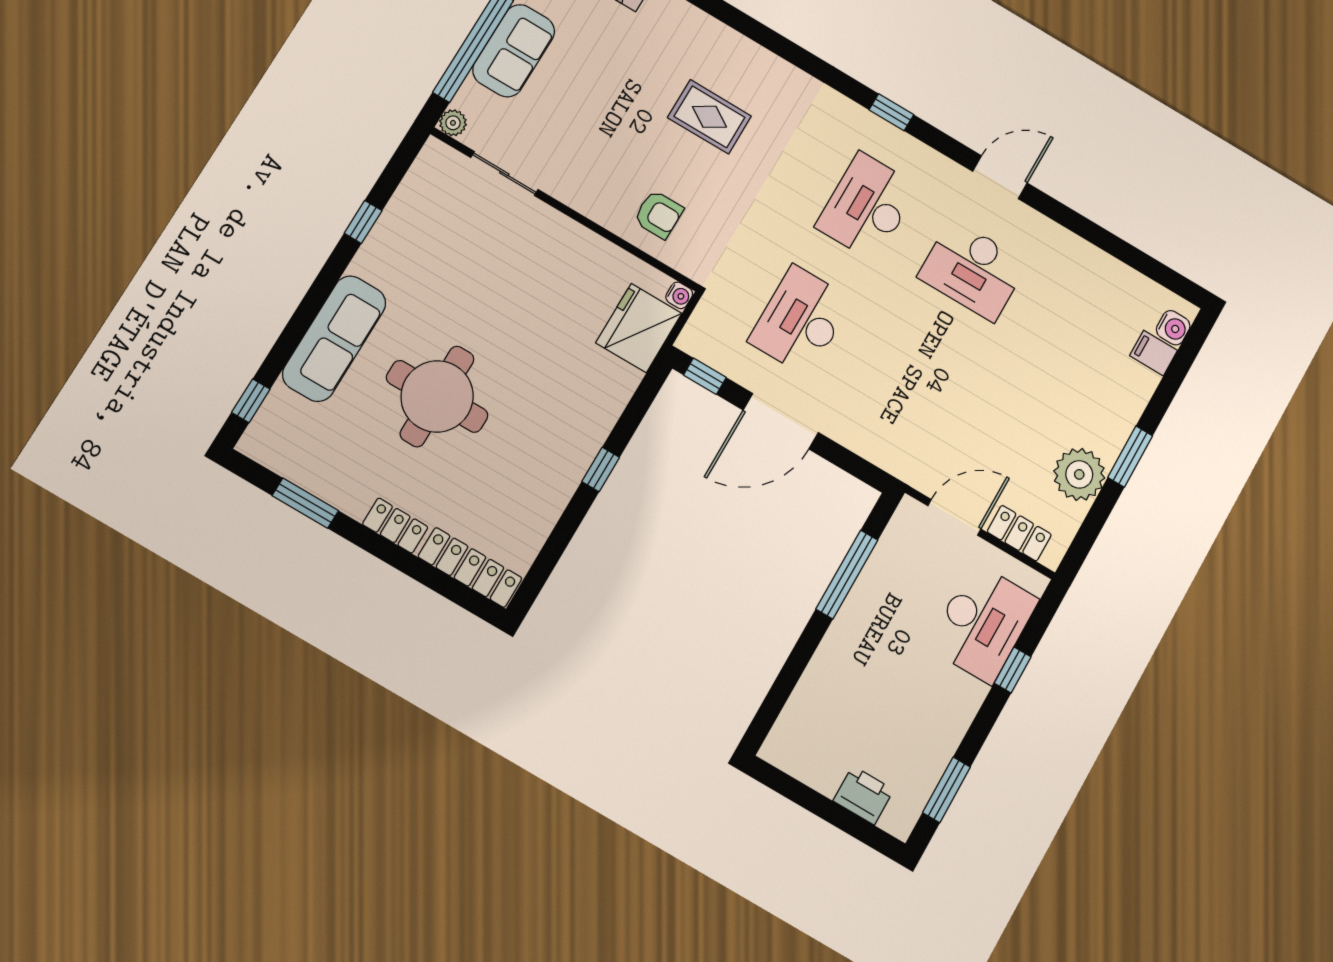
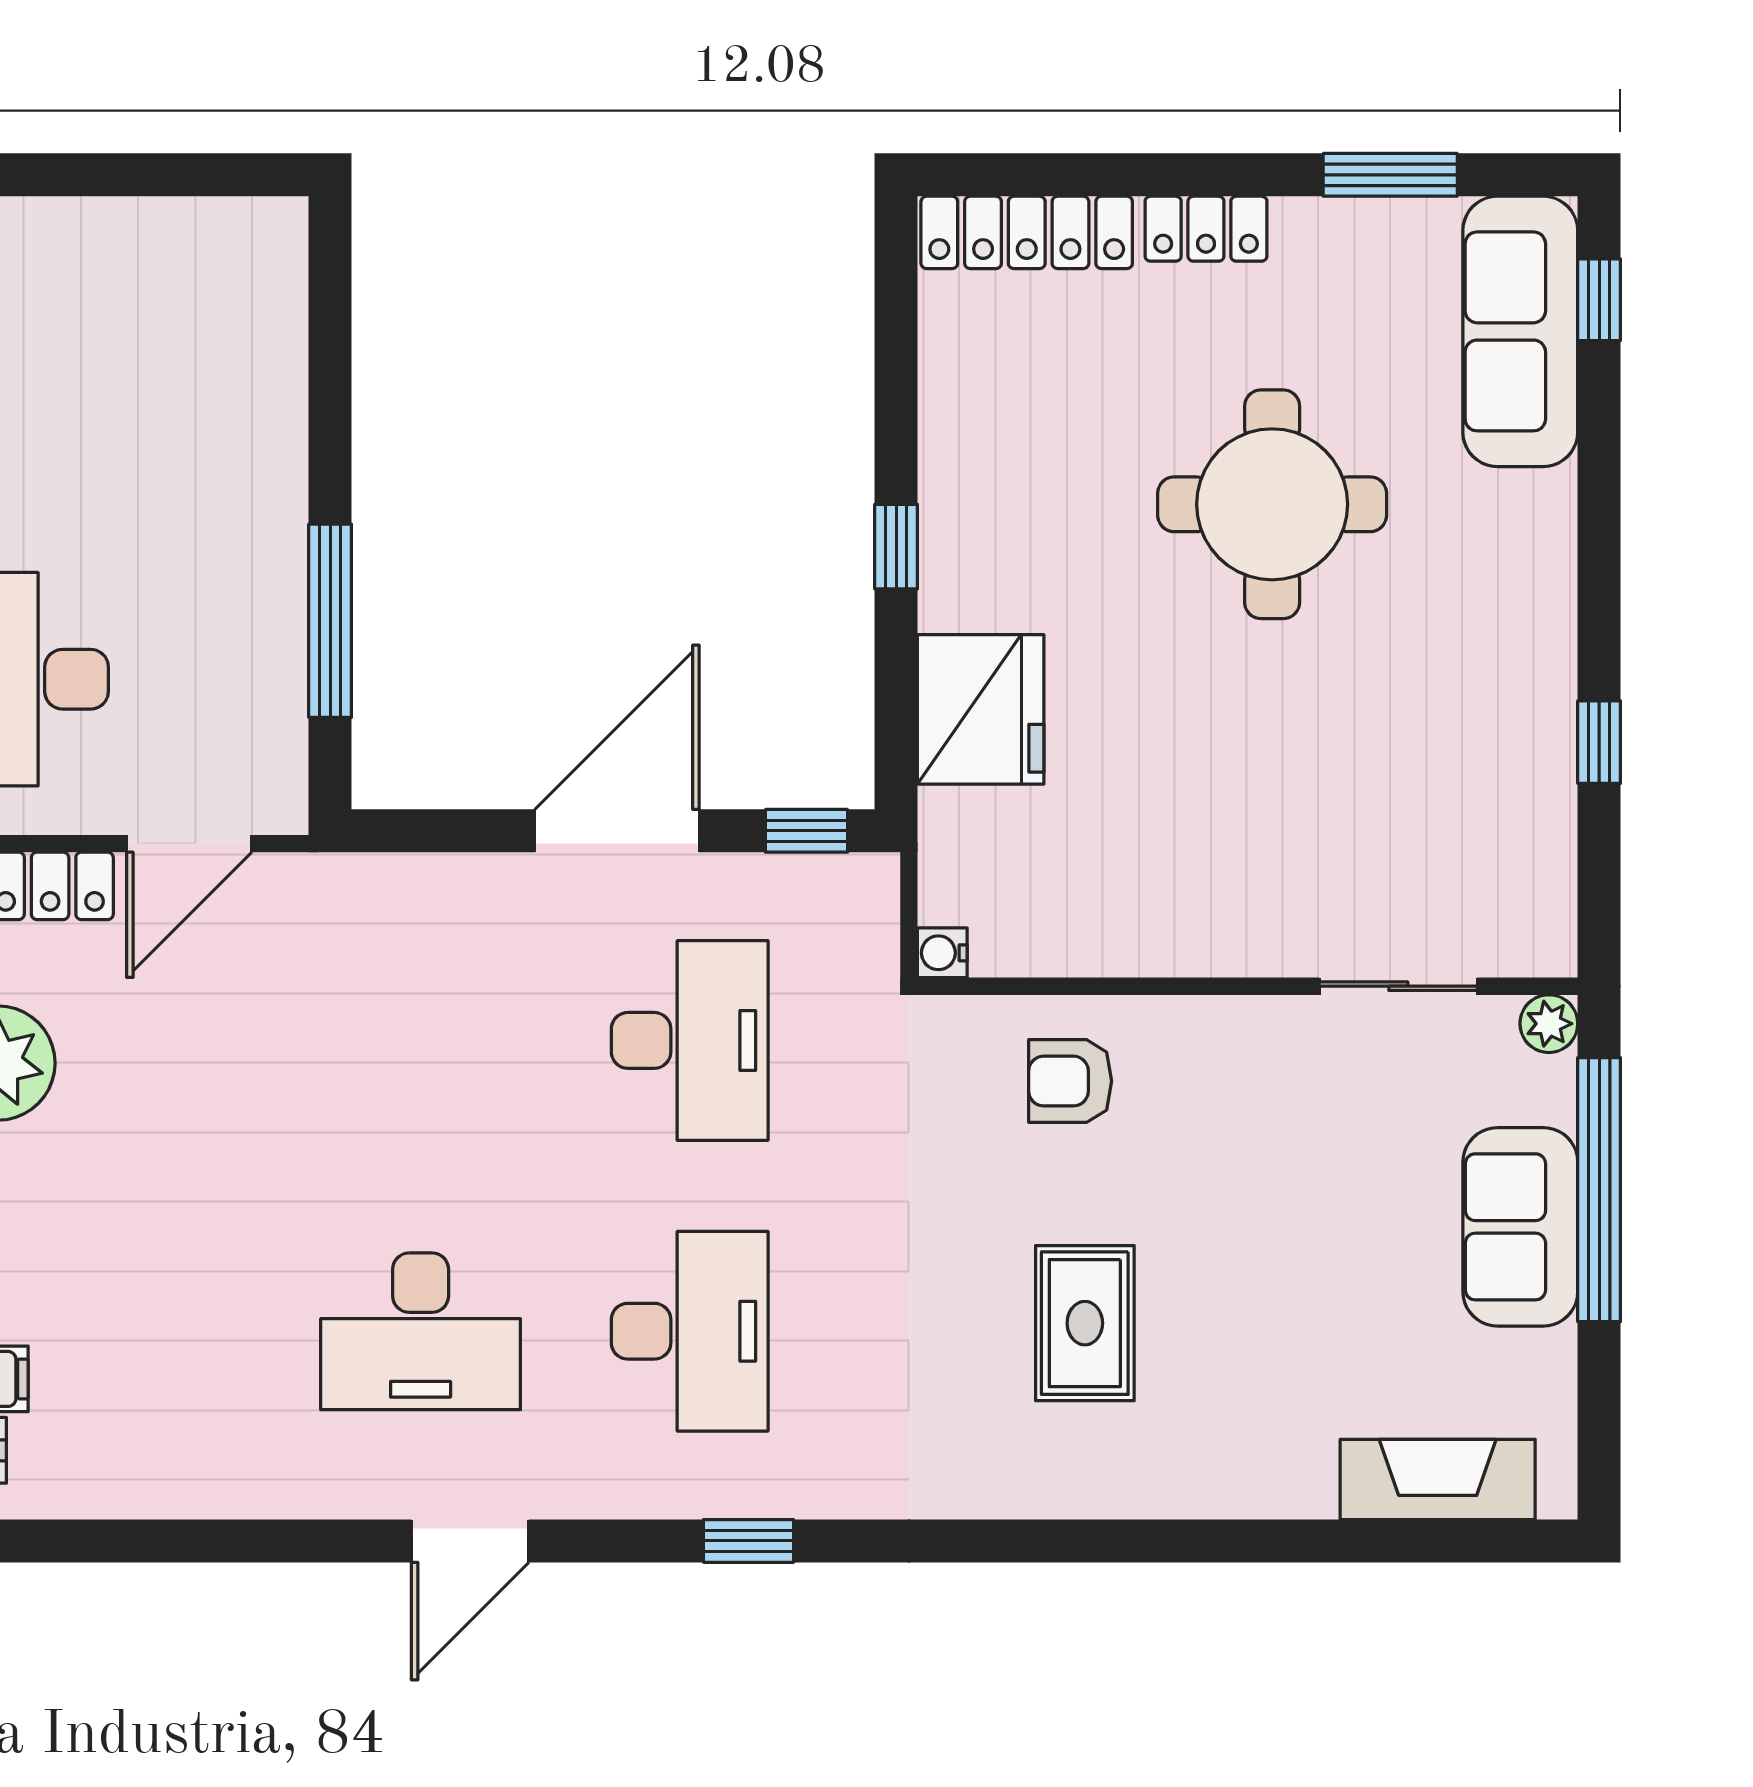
rug: (709, 117) -> (1085, 1323), turned 90
desk: (973, 270) -> (421, 1331), turned 180
fridge: (639, 328) -> (981, 709), moved
sofa: (334, 339) -> (1520, 331), moved
printer: (864, 795) -> (68, 239), removed

